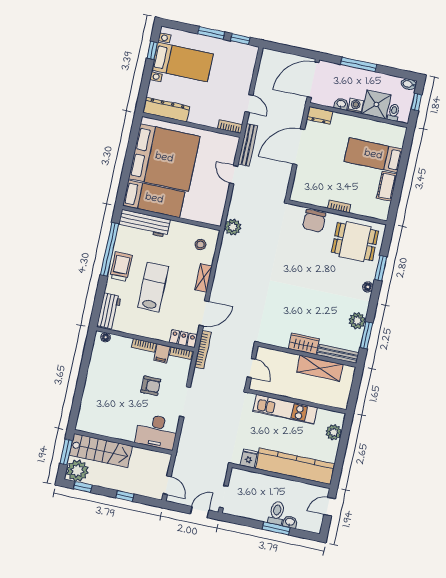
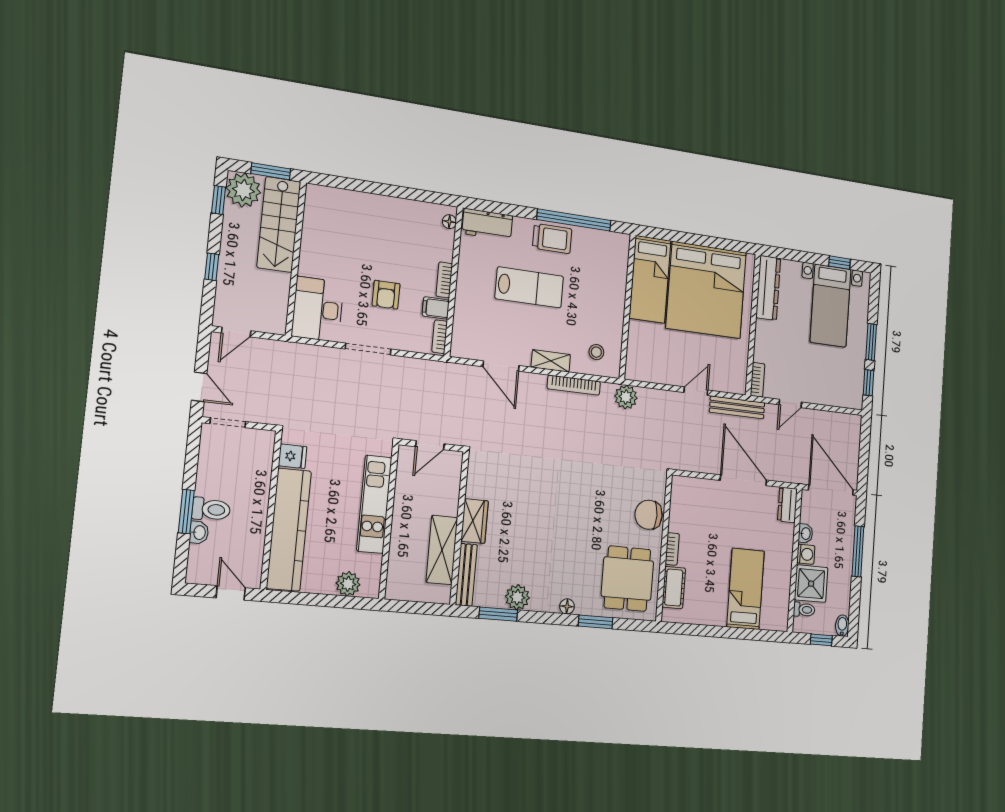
cot: (387, 186) -> (674, 588), moved, turned 90
workbench: (144, 223) -> (615, 268), removed
locker: (183, 339) -> (461, 338), removed
bookcase: (203, 350) -> (574, 385), moved

